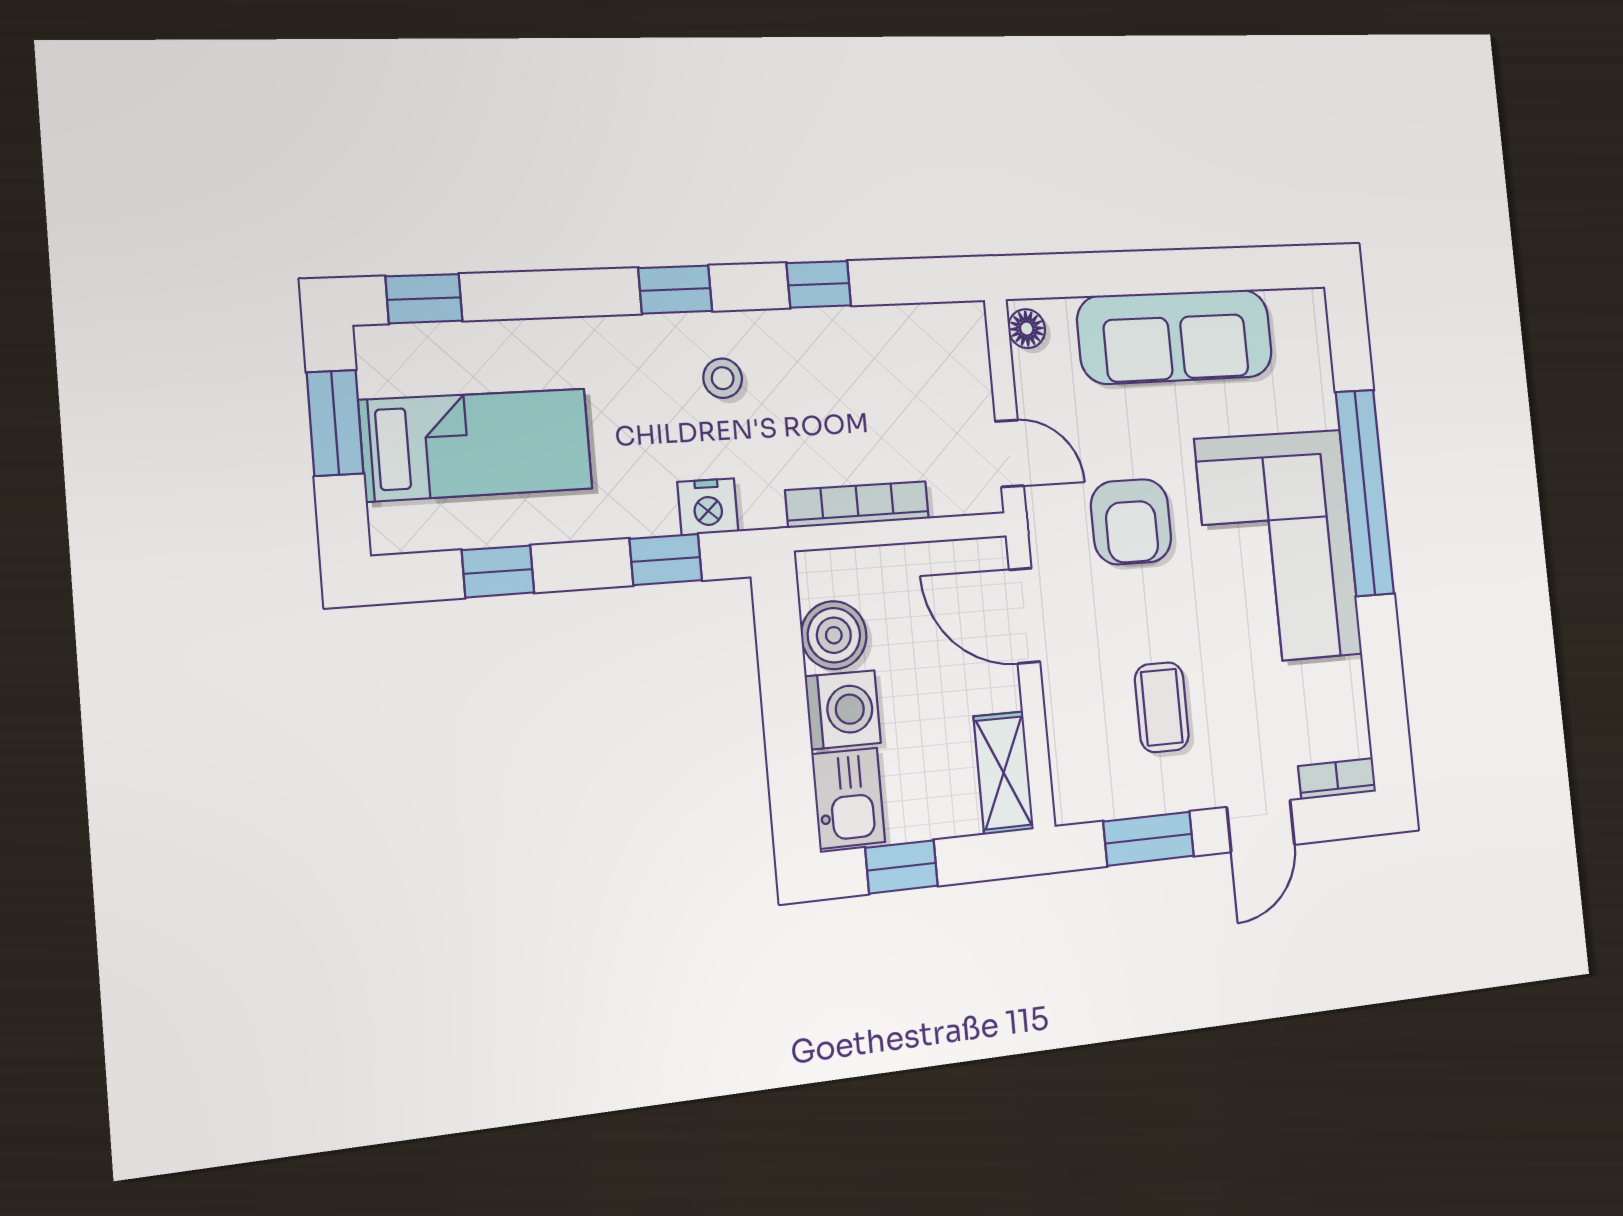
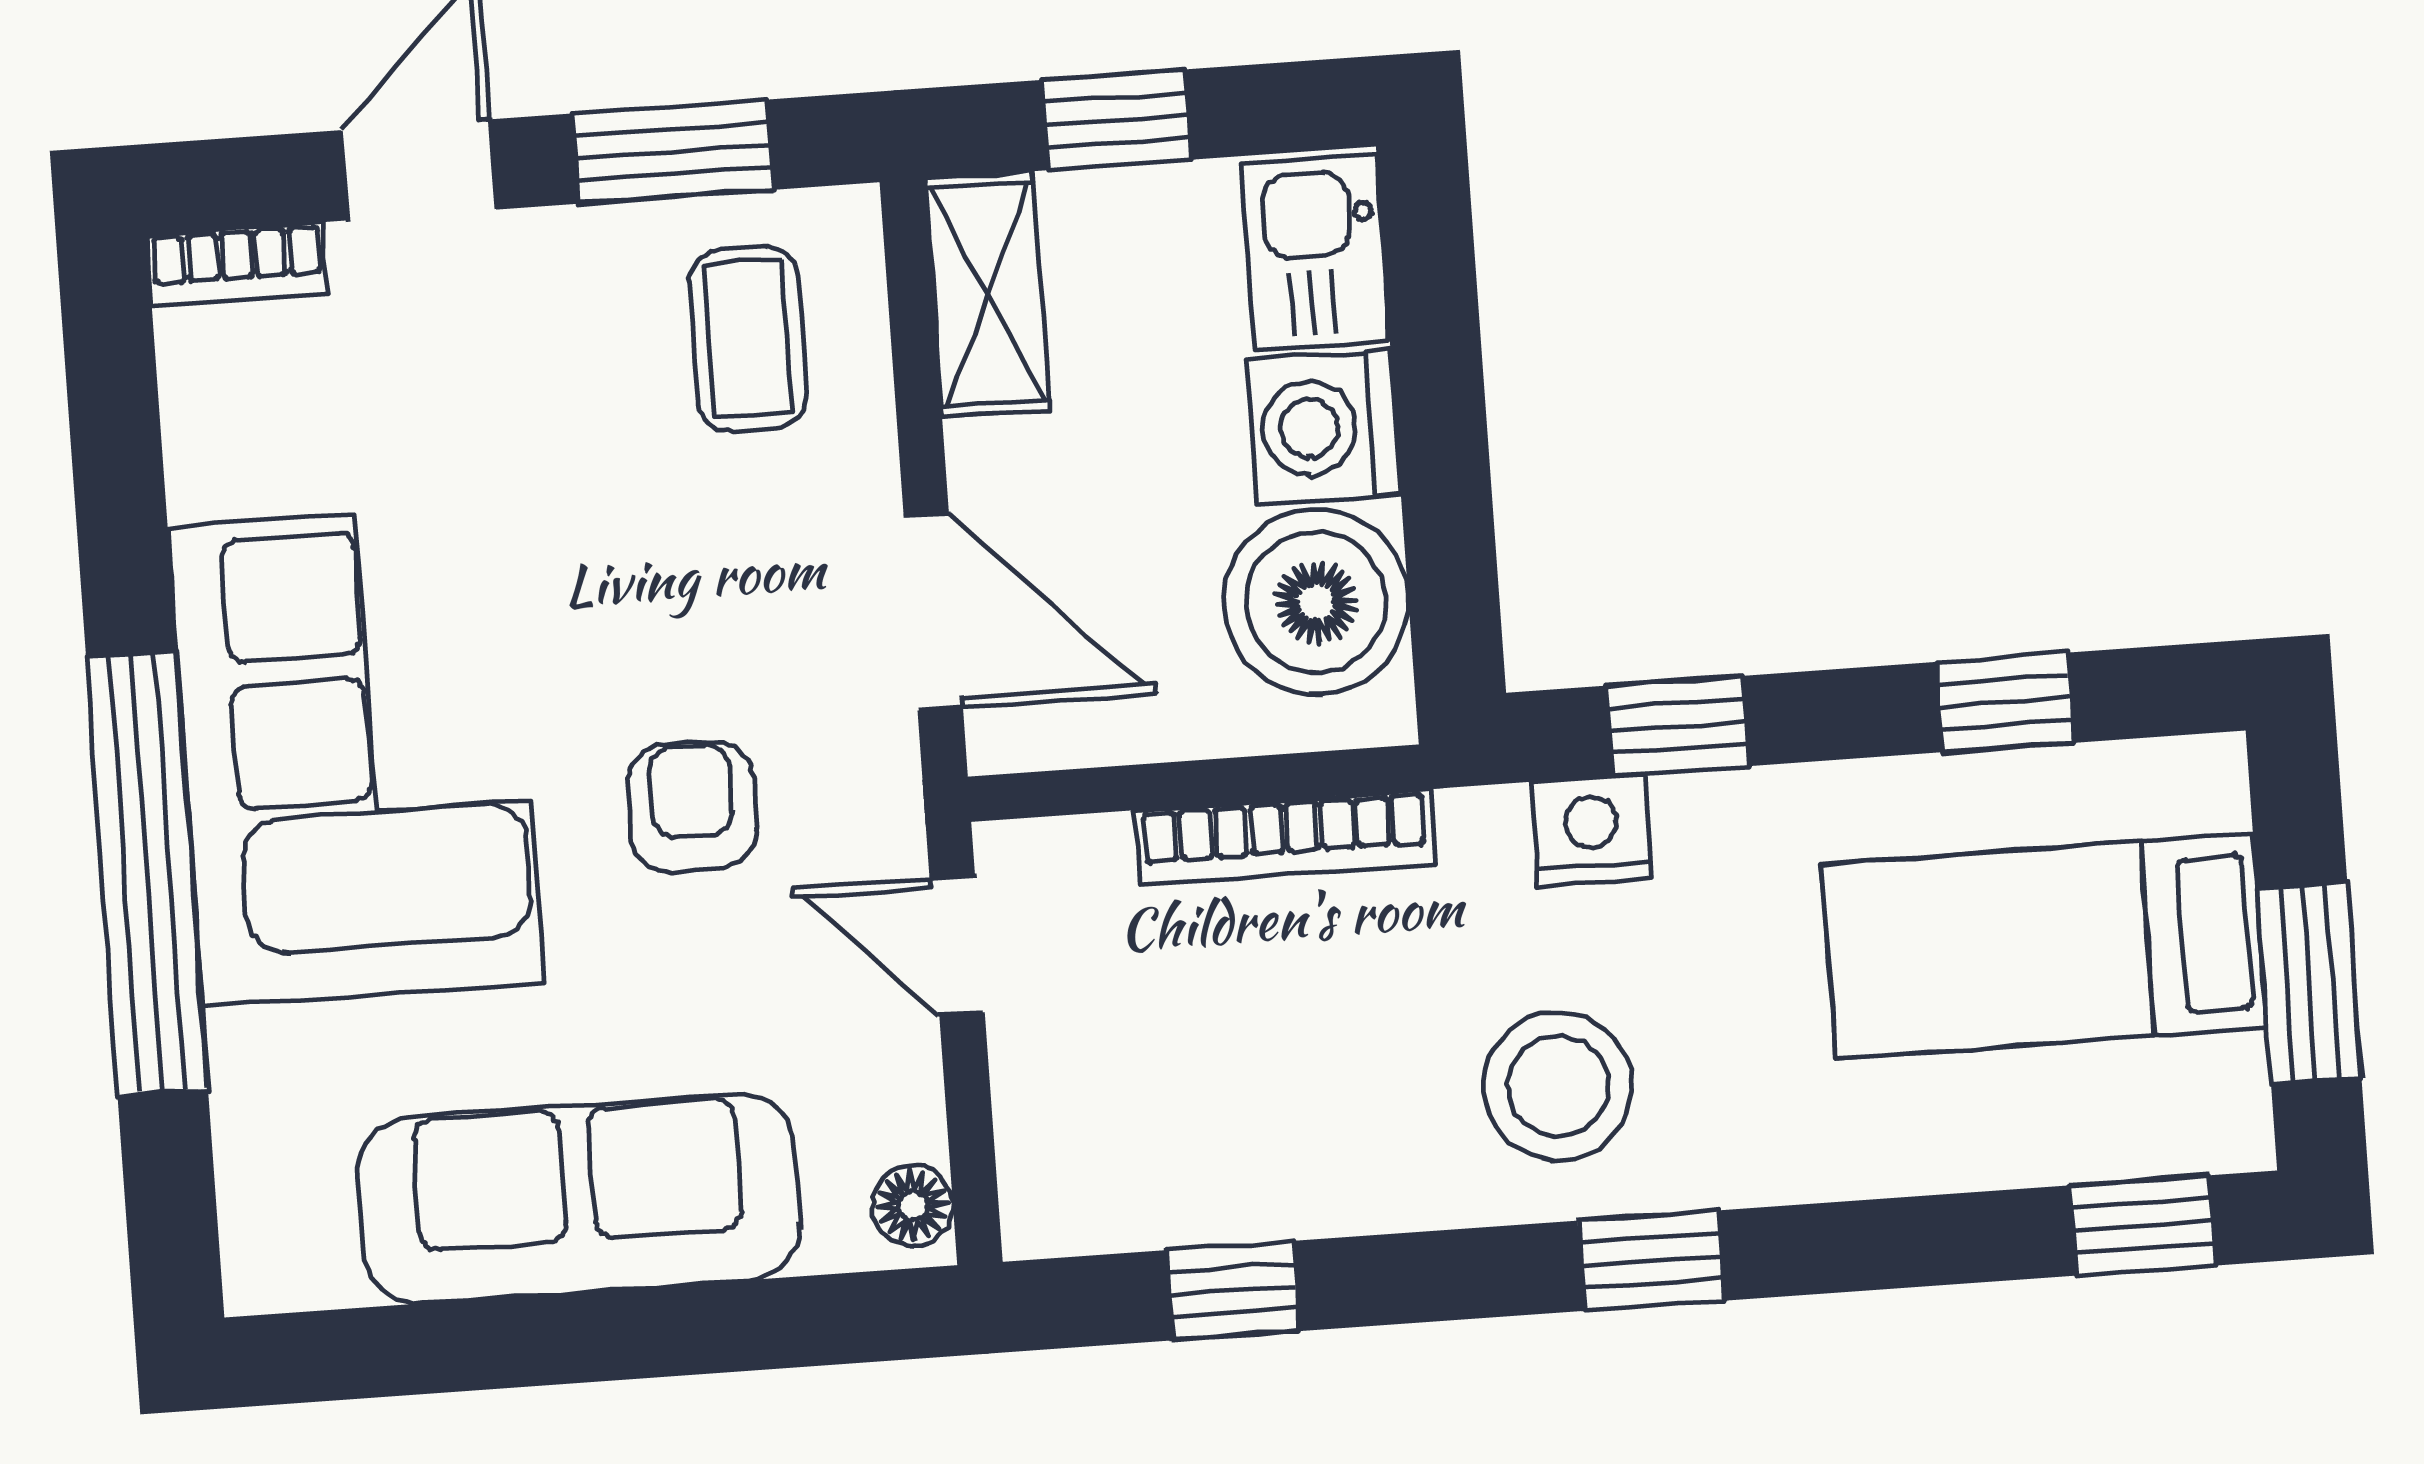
window: (819, 284) -> (1233, 1291), moved
stool: (723, 378) -> (1558, 1086), width x1.89, depth x1.89
armchair: (1131, 522) -> (692, 806), width x0.72, depth x0.72
boiler: (834, 635) -> (1316, 602), width x1.37, depth x1.37
coffee table: (1162, 707) -> (748, 339), moved
window: (901, 867) -> (1117, 120), moved

